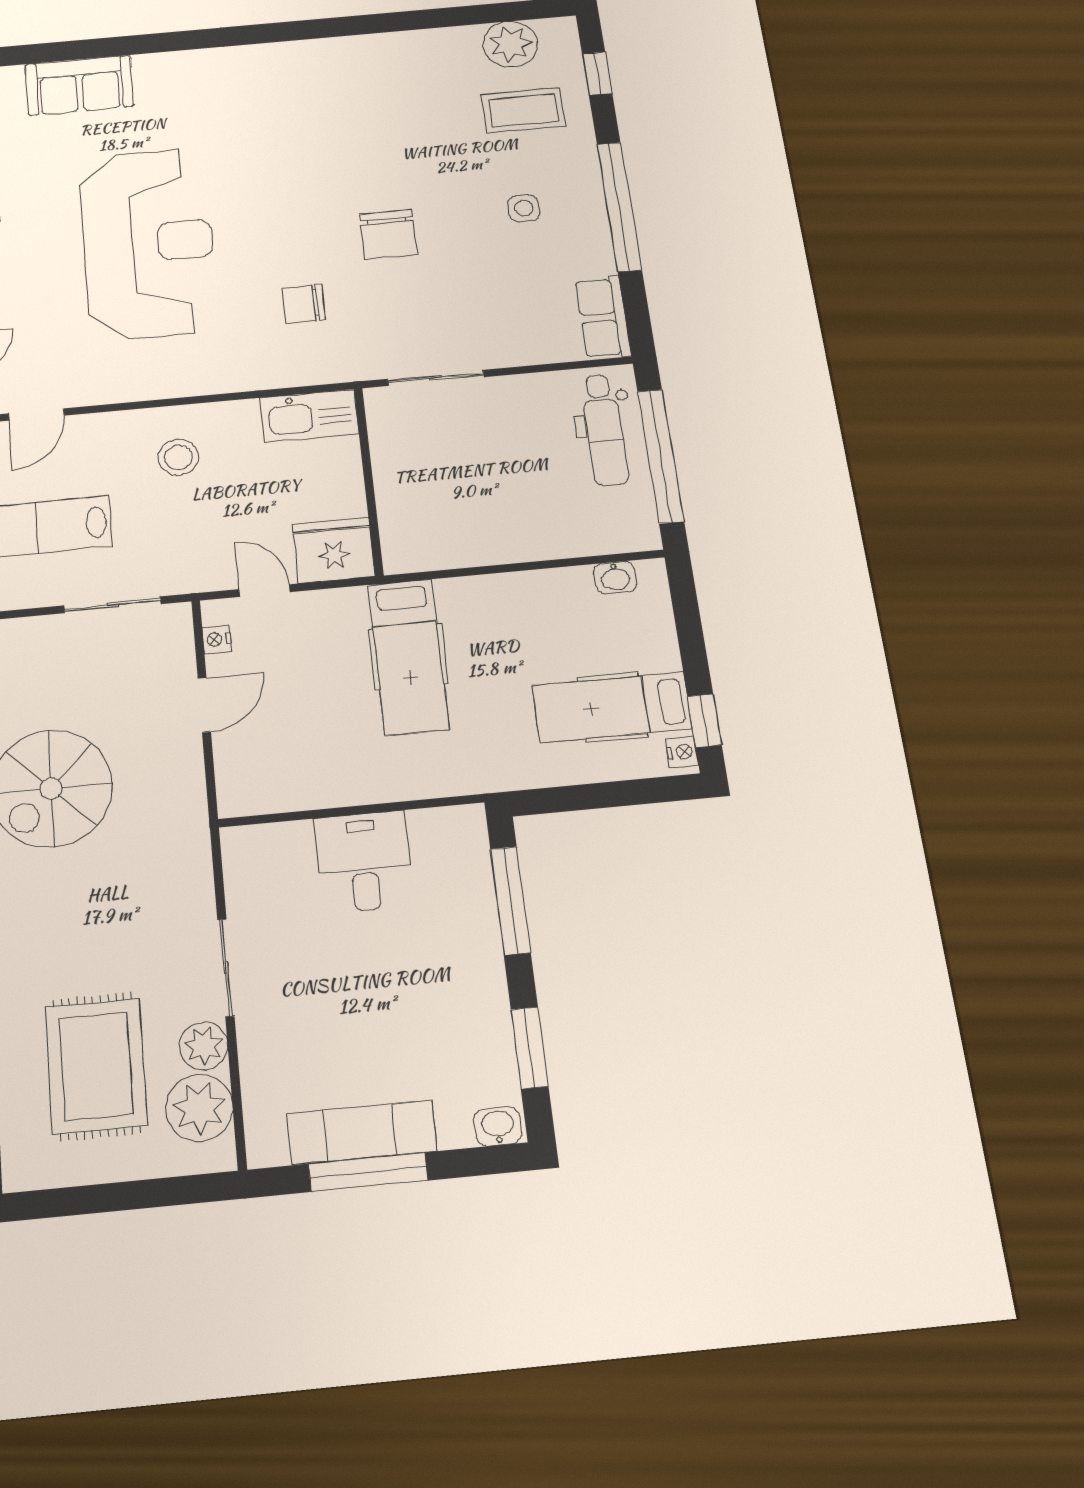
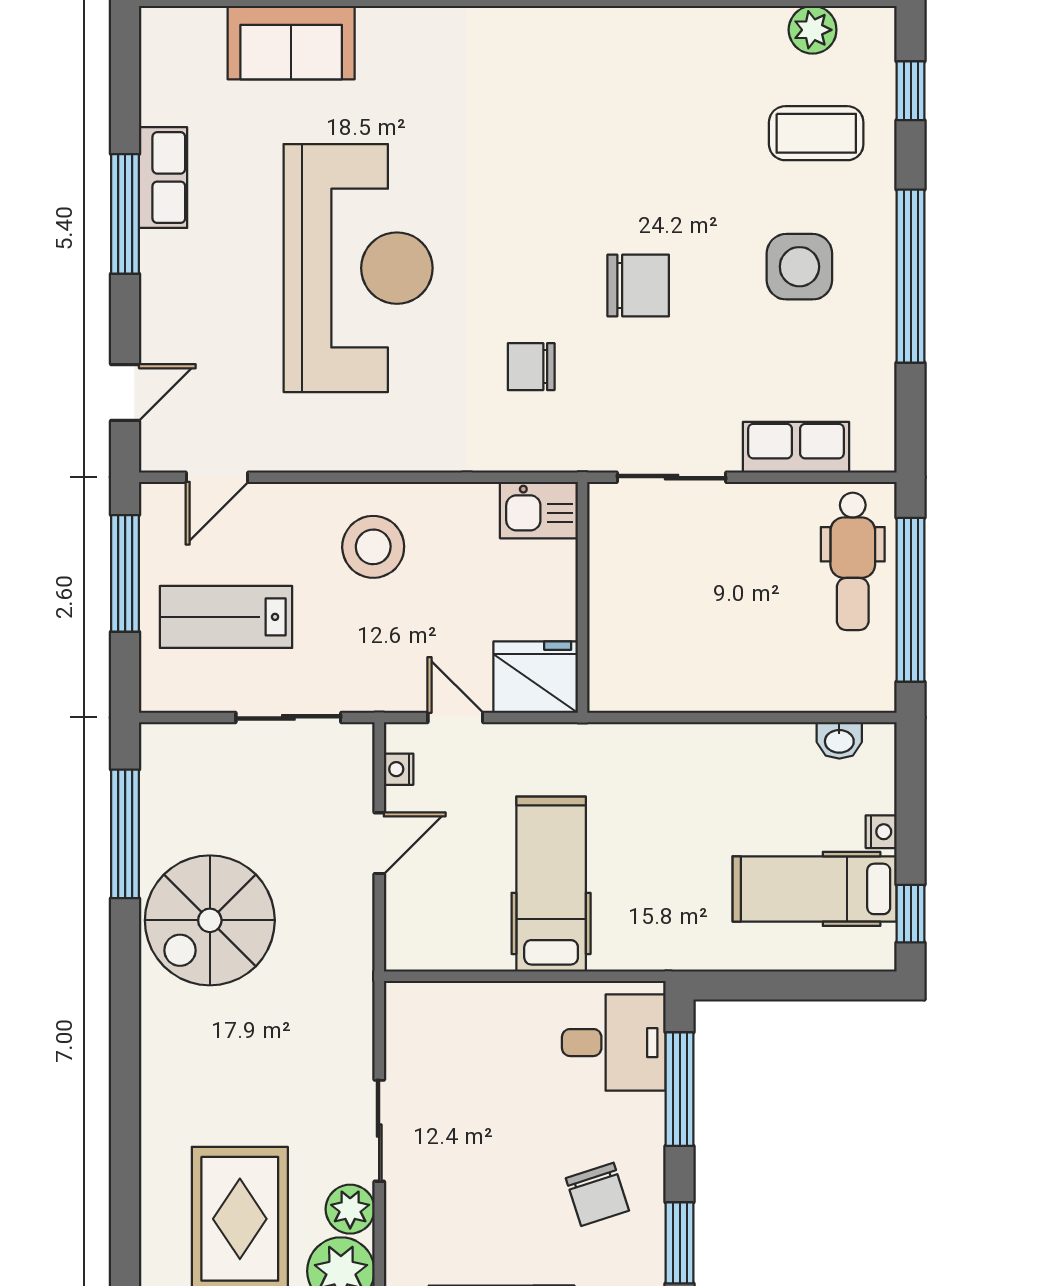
plant: (510, 44) -> (813, 30), width x0.73, depth x0.73
side table: (524, 208) -> (799, 267), width x1.87, depth x1.87
chair: (388, 234) -> (638, 285), turned -90
row of seats: (603, 317) -> (796, 447), moved, turned 90
kitchen sink: (309, 416) -> (539, 510), width x0.73
stool: (178, 457) -> (373, 547), width x1.38, depth x1.38
hospital bed: (408, 656) -> (551, 884), moved, turned 180
nightstand: (682, 752) -> (881, 832), moved
desk: (364, 862) -> (614, 1043), moved, turned 90
chair: (444, 1008) -> (597, 1194), added

